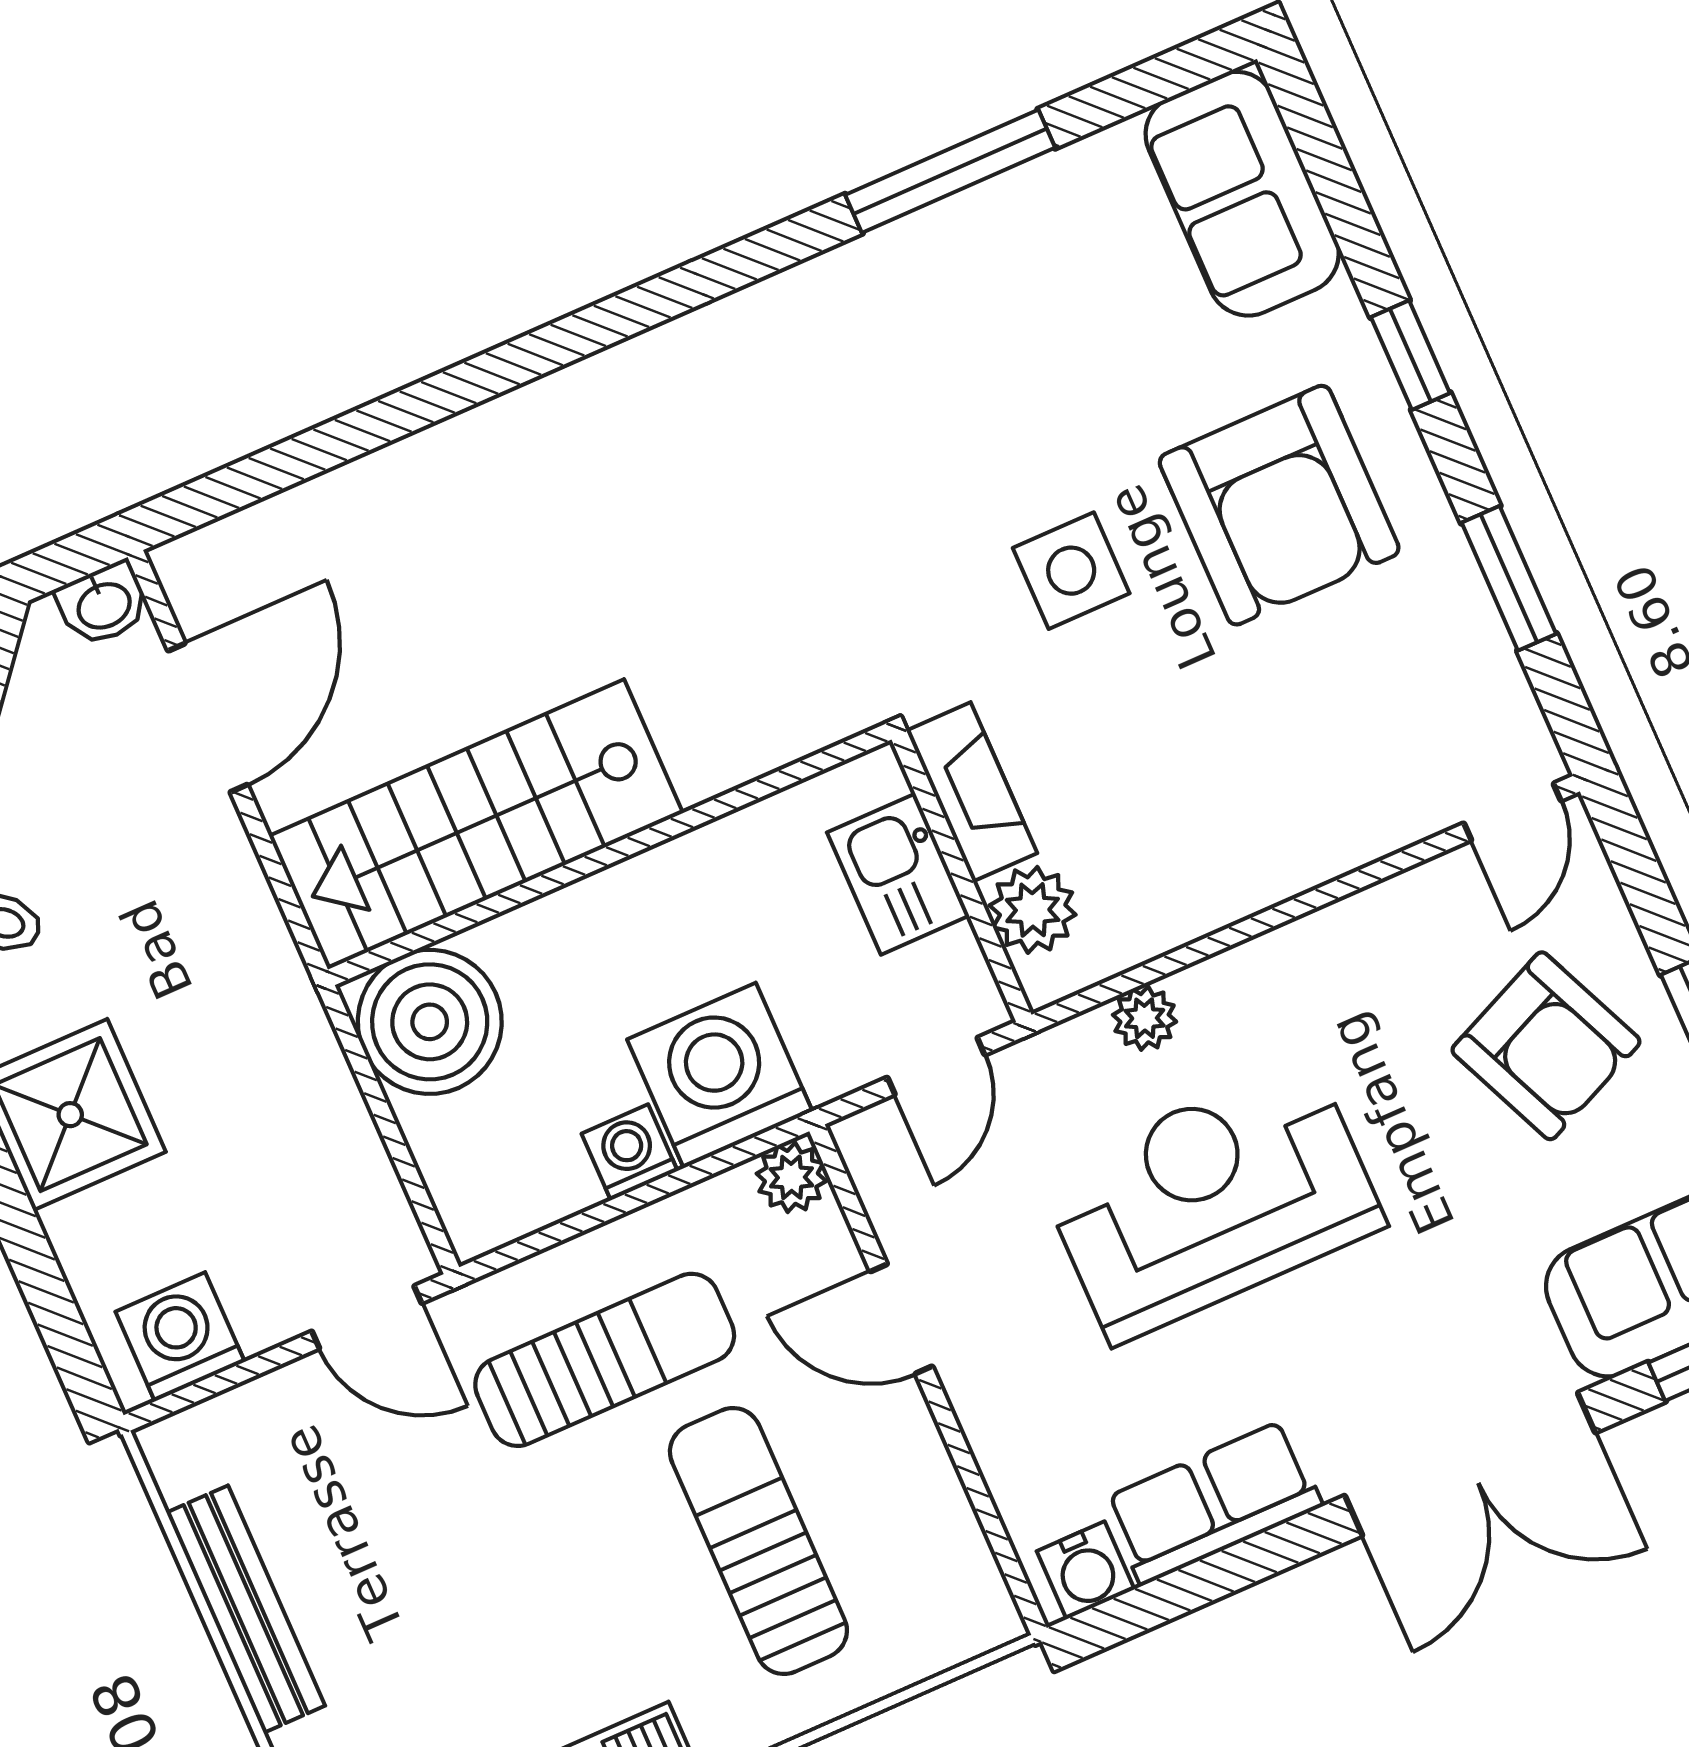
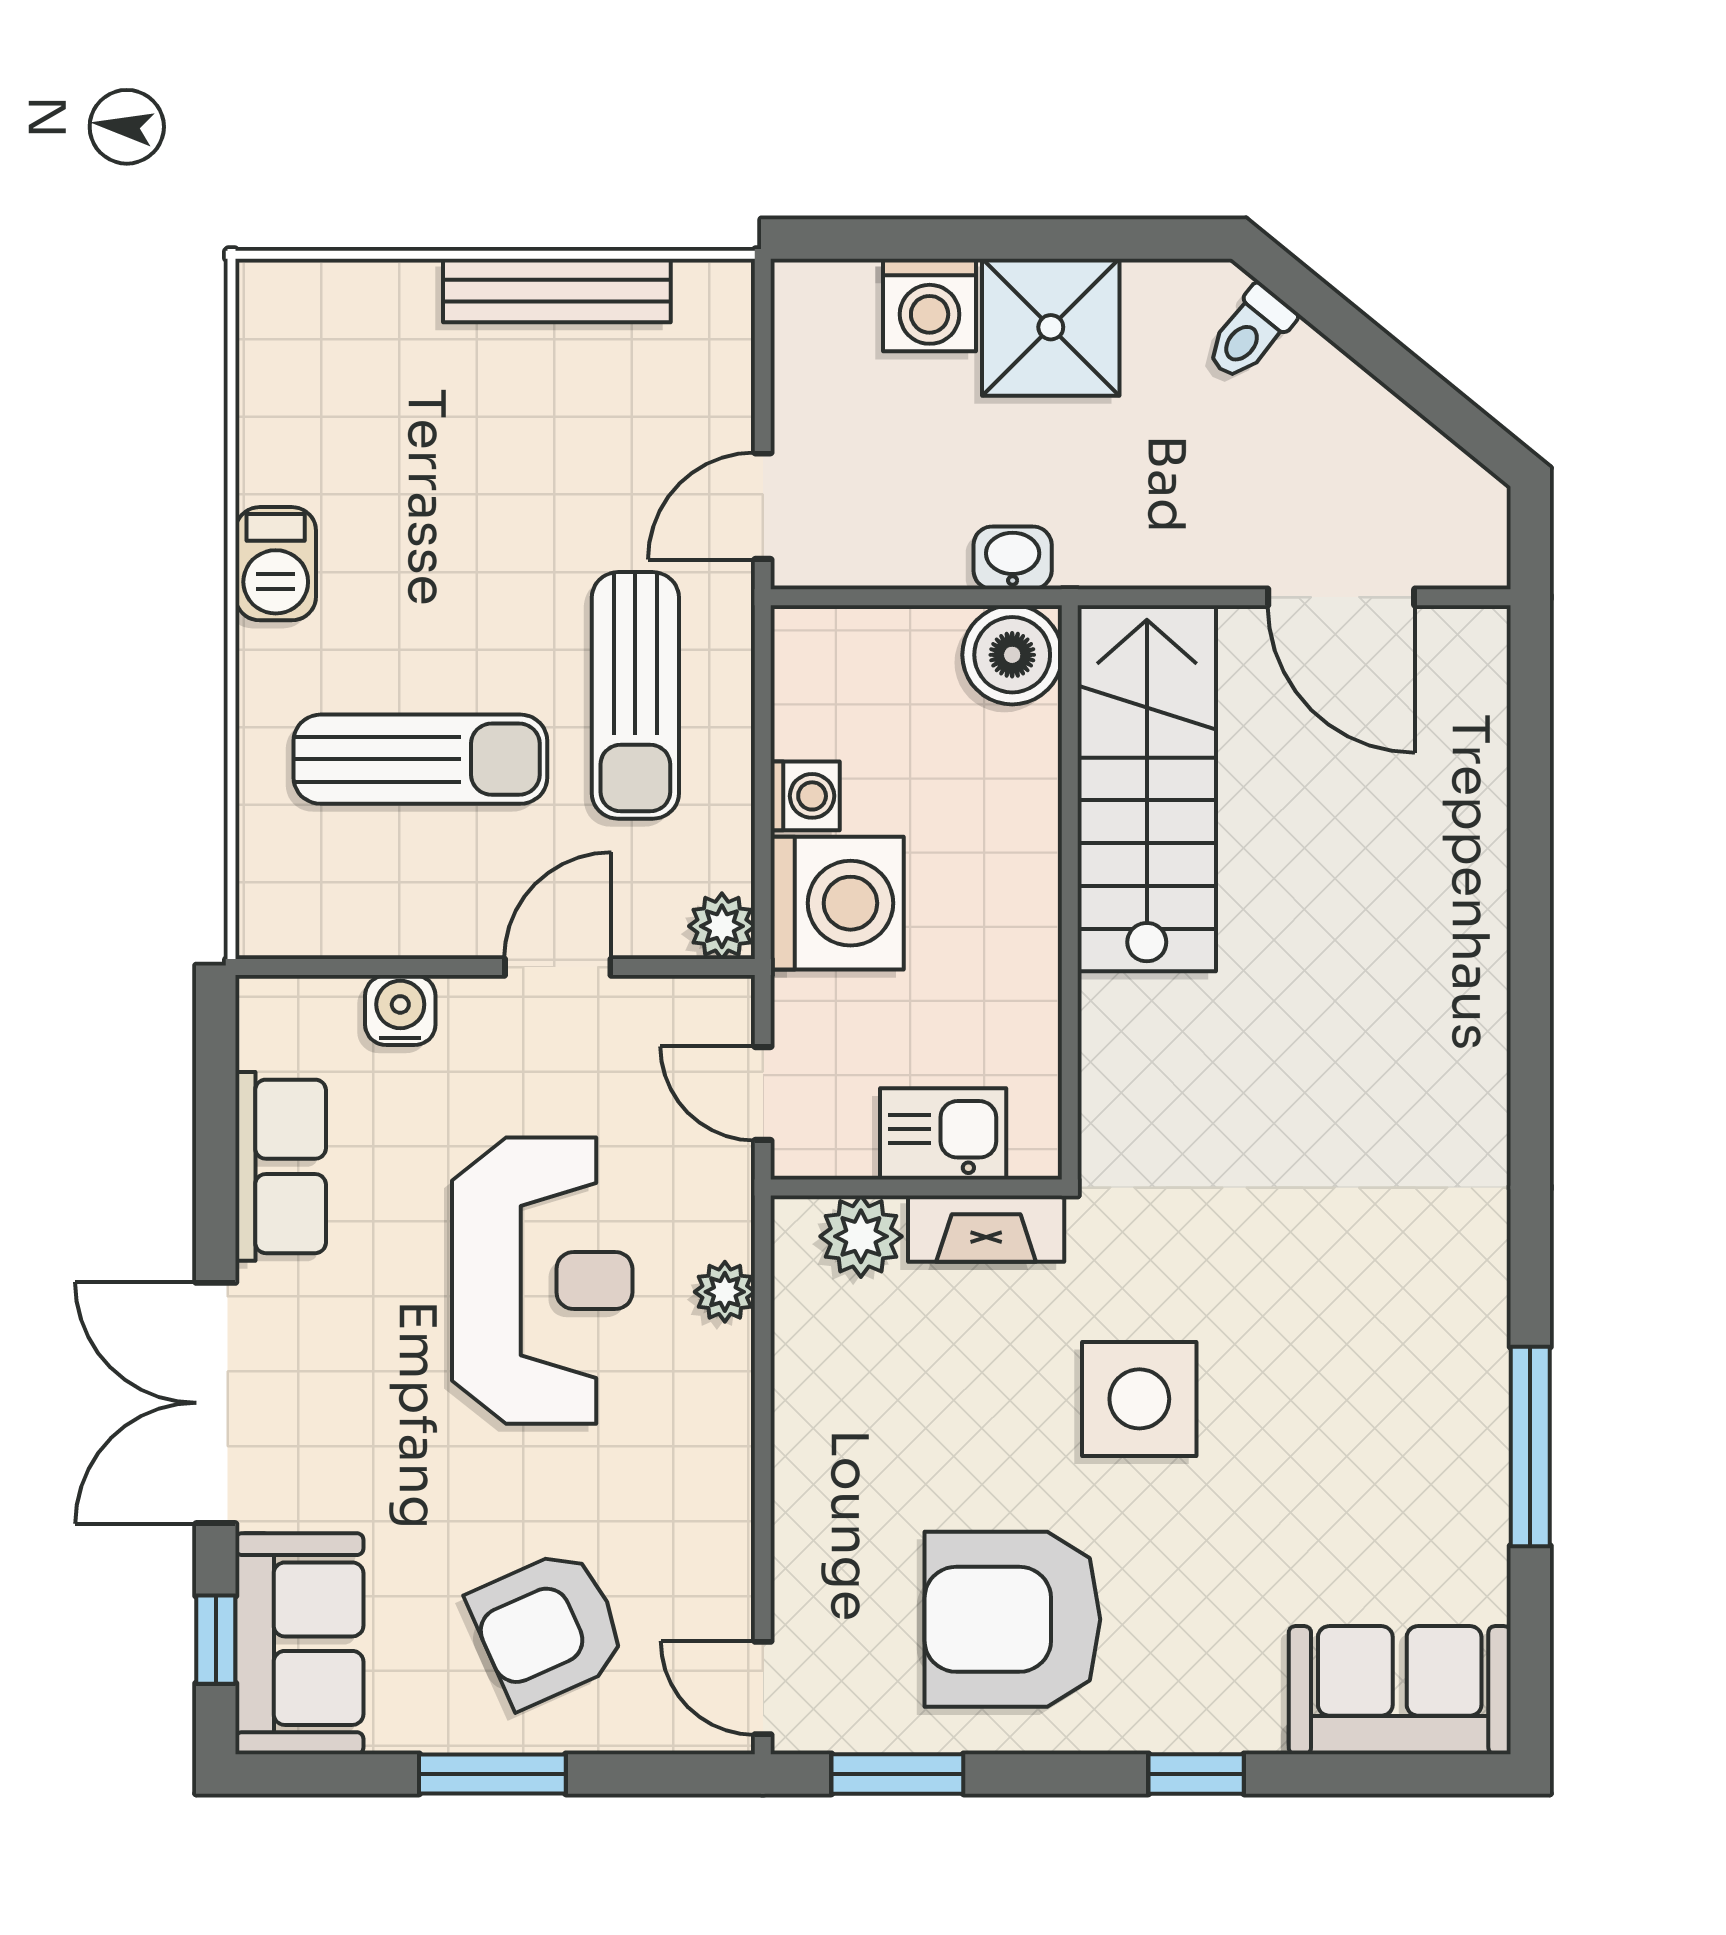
armchair: (1279, 505) -> (1012, 1619), moved
side table: (1071, 571) -> (1139, 1399), width x1.37, depth x1.37
window: (1509, 578) -> (897, 1774), moved
washbasin: (103, 604) -> (1013, 558), moved, turned 90
boiler: (430, 1022) -> (1012, 655), width x0.73, depth x0.73
washing machine: (180, 1337) -> (930, 305), moved, turned 90
water cooler: (1086, 1570) -> (400, 1010), moved, turned 90

